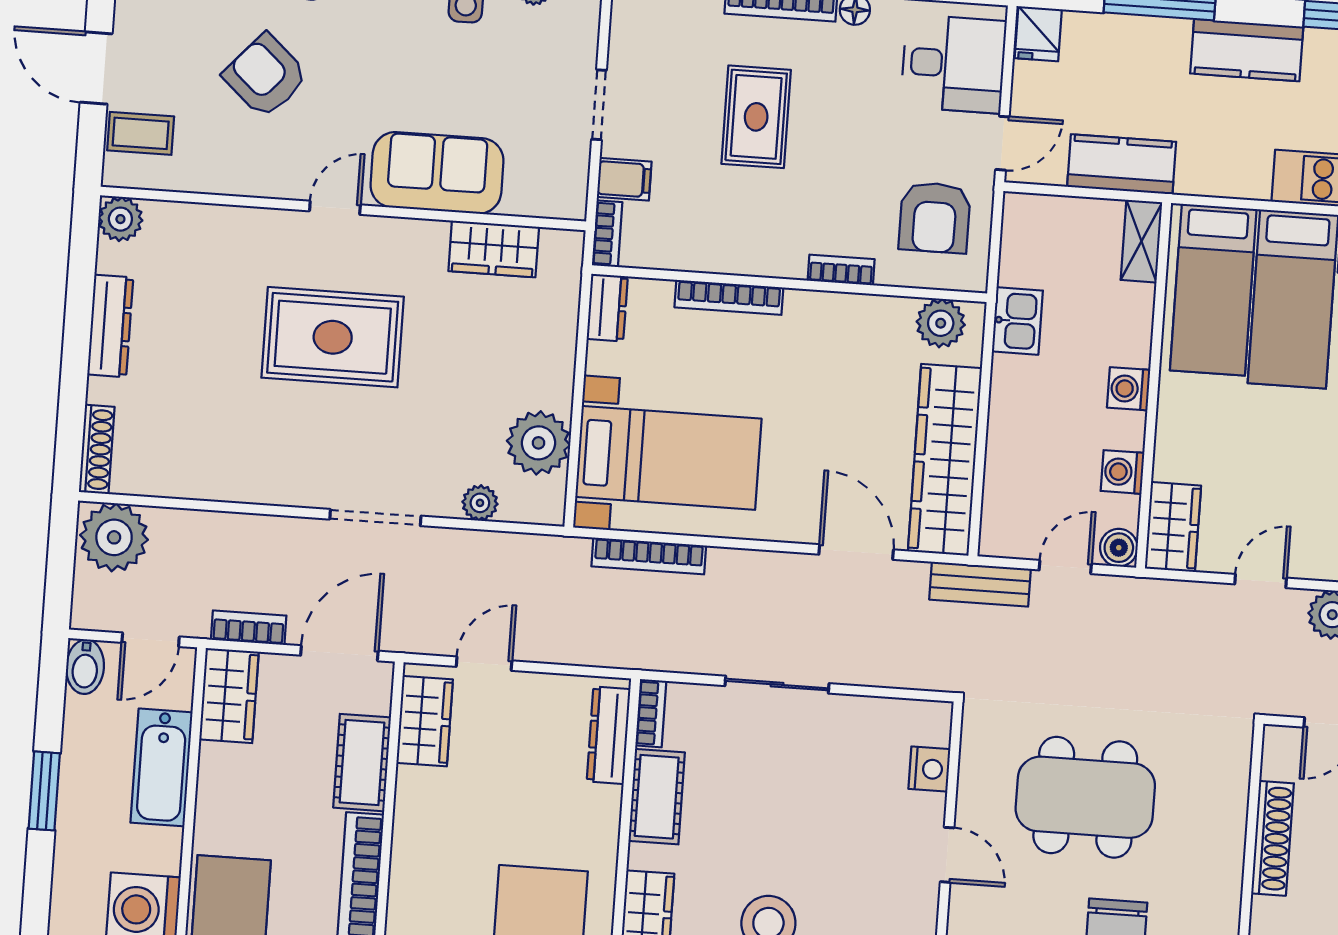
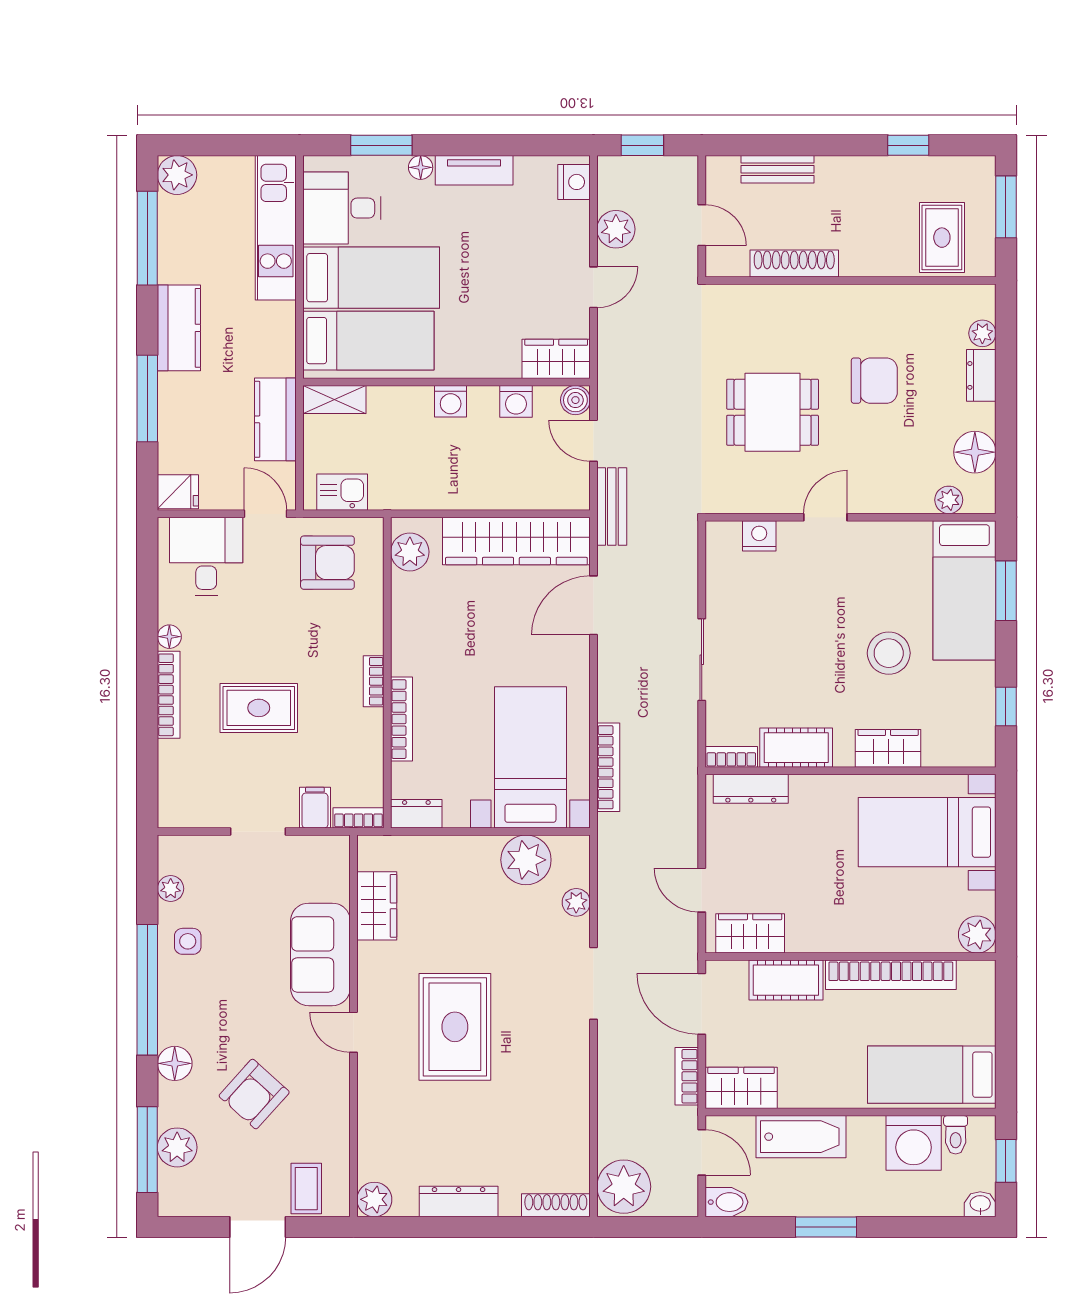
bookcase: (841, 270) -> (374, 681), moved
kitchen sink: (1017, 321) -> (342, 492), moved
door: (1261, 581) -> (594, 287), swing flipped
dining table: (1085, 797) -> (773, 412), width x0.73

